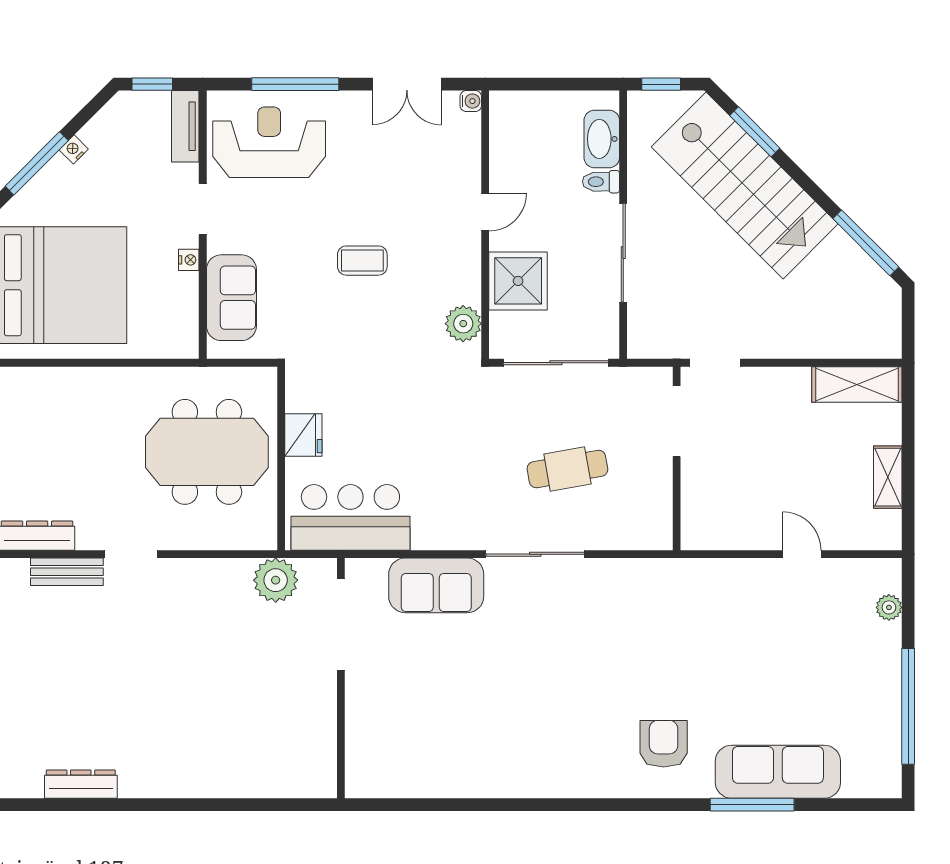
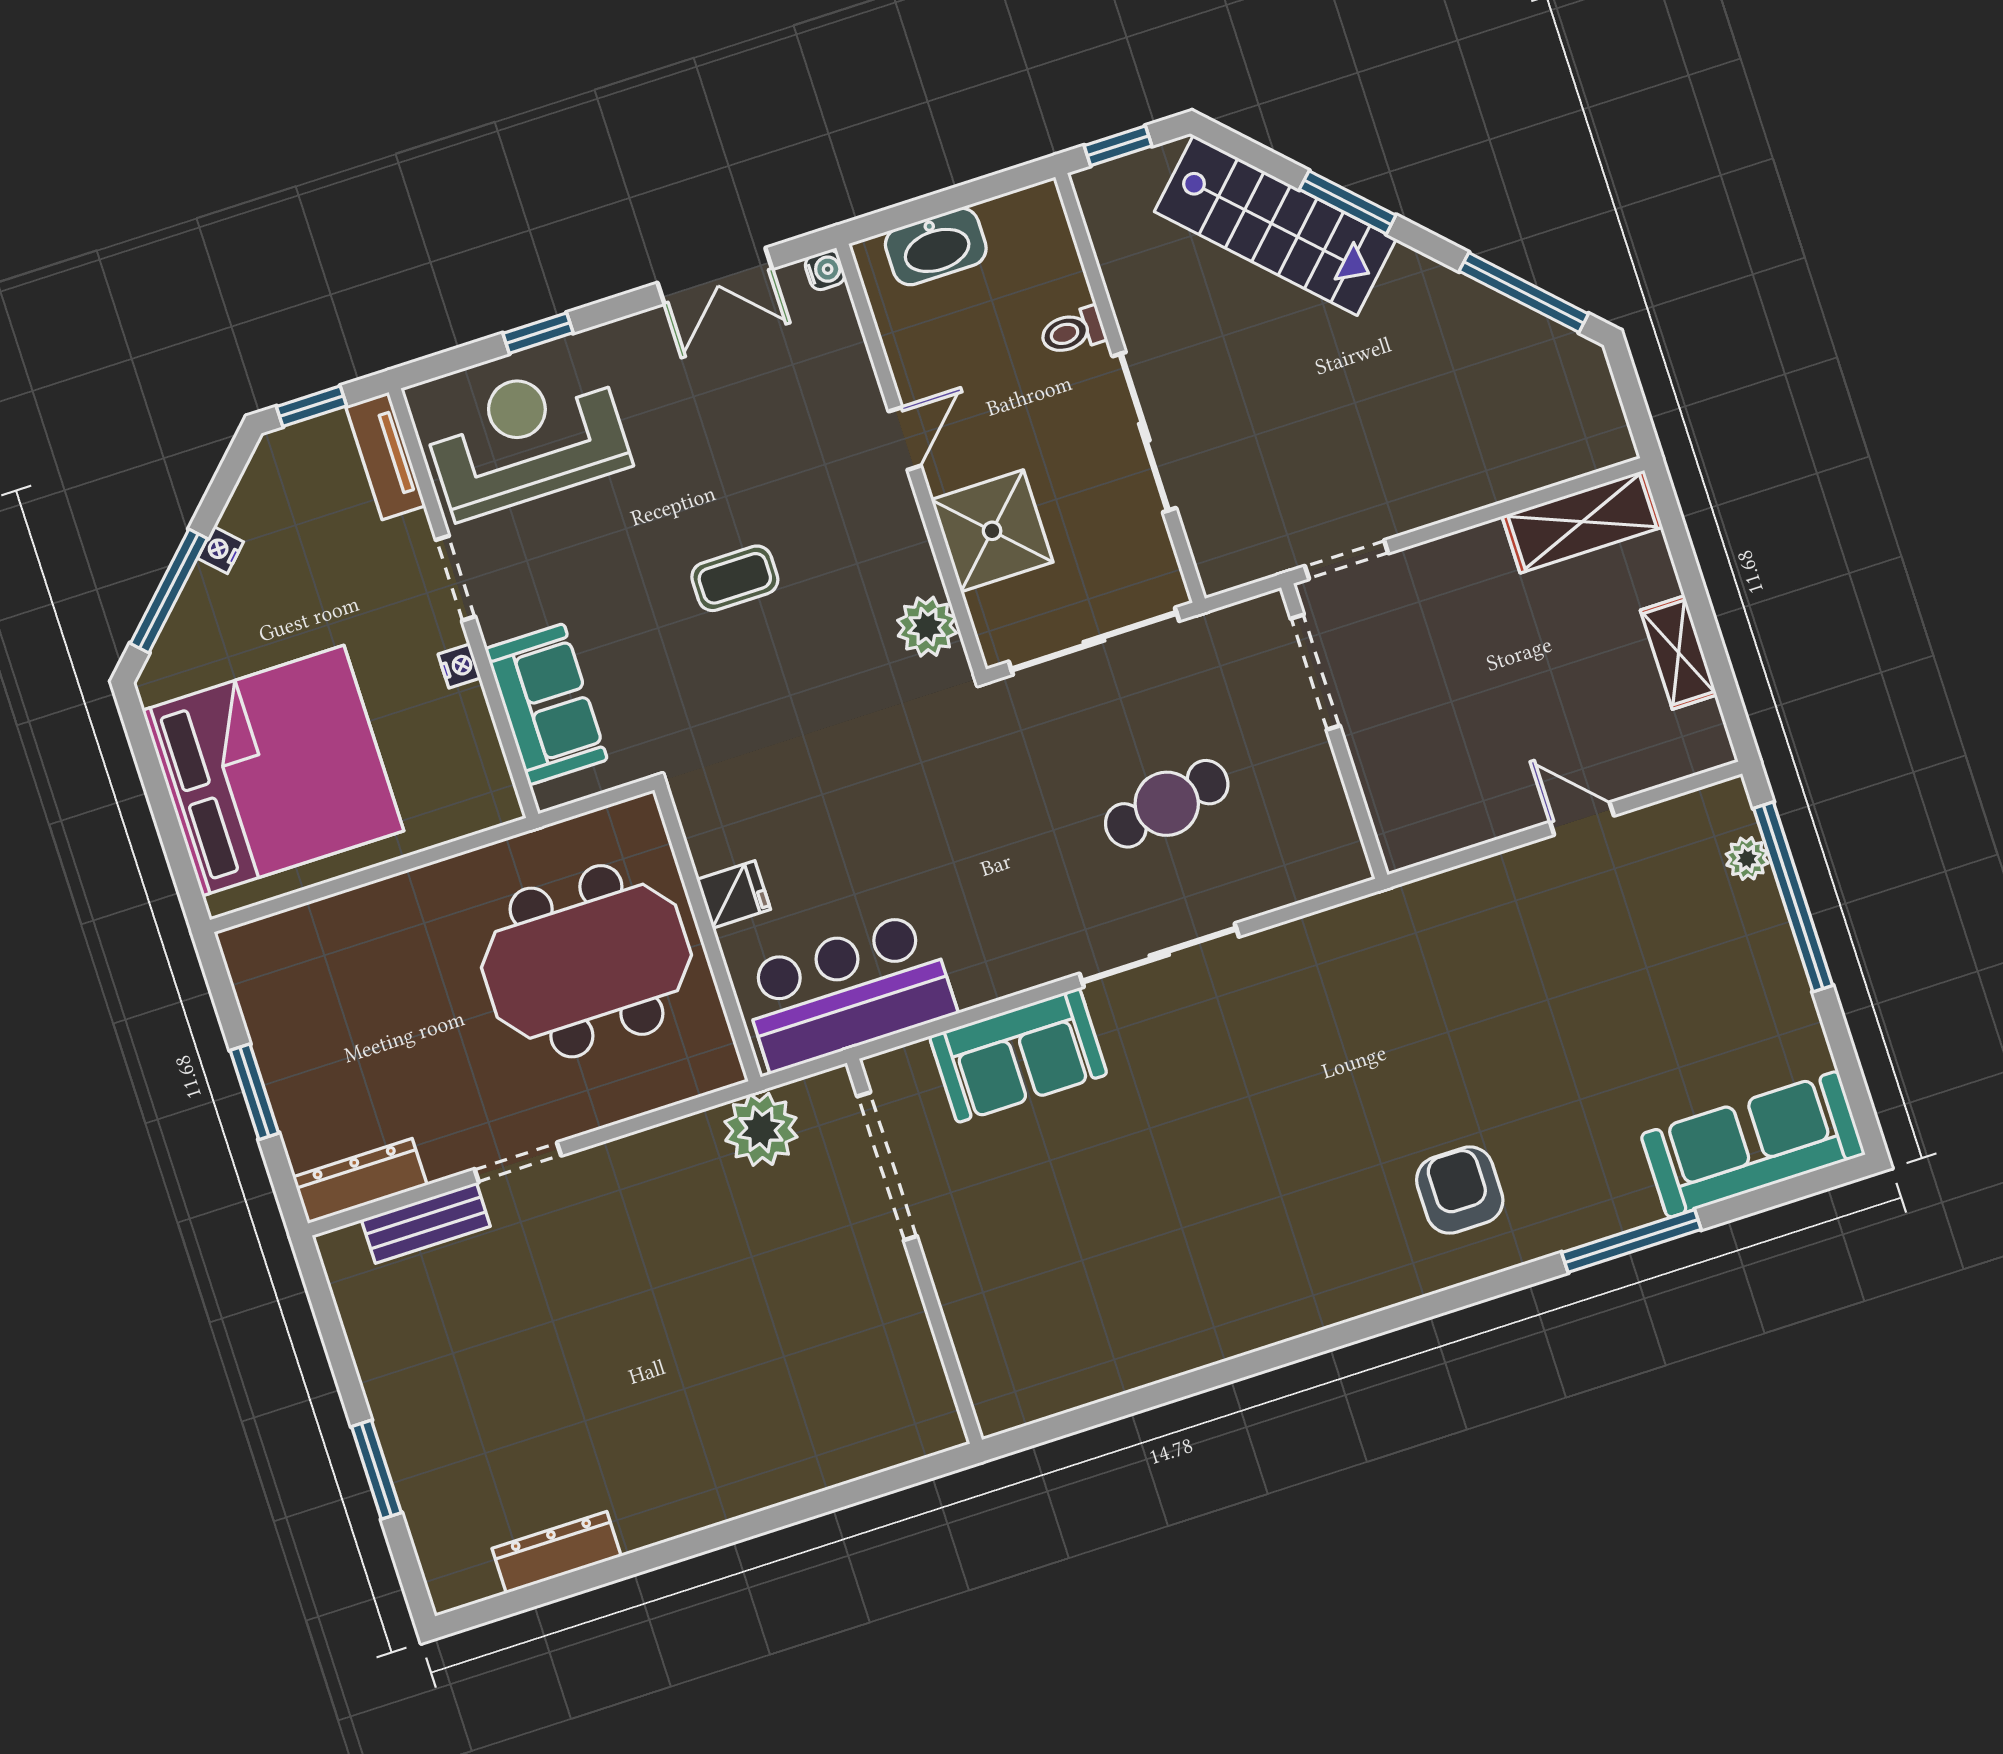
window: (295, 84) -> (538, 333), width x0.46
window: (755, 132) -> (1348, 202), moved
washbasin: (602, 139) -> (936, 246), moved, turned -90
stairs: (745, 185) -> (1275, 225), width x0.73, depth x0.66
fridge: (303, 435) -> (734, 894), width x0.72
window: (908, 706) -> (1793, 897), moved
sofa: (778, 772) -> (1753, 1144), moved

